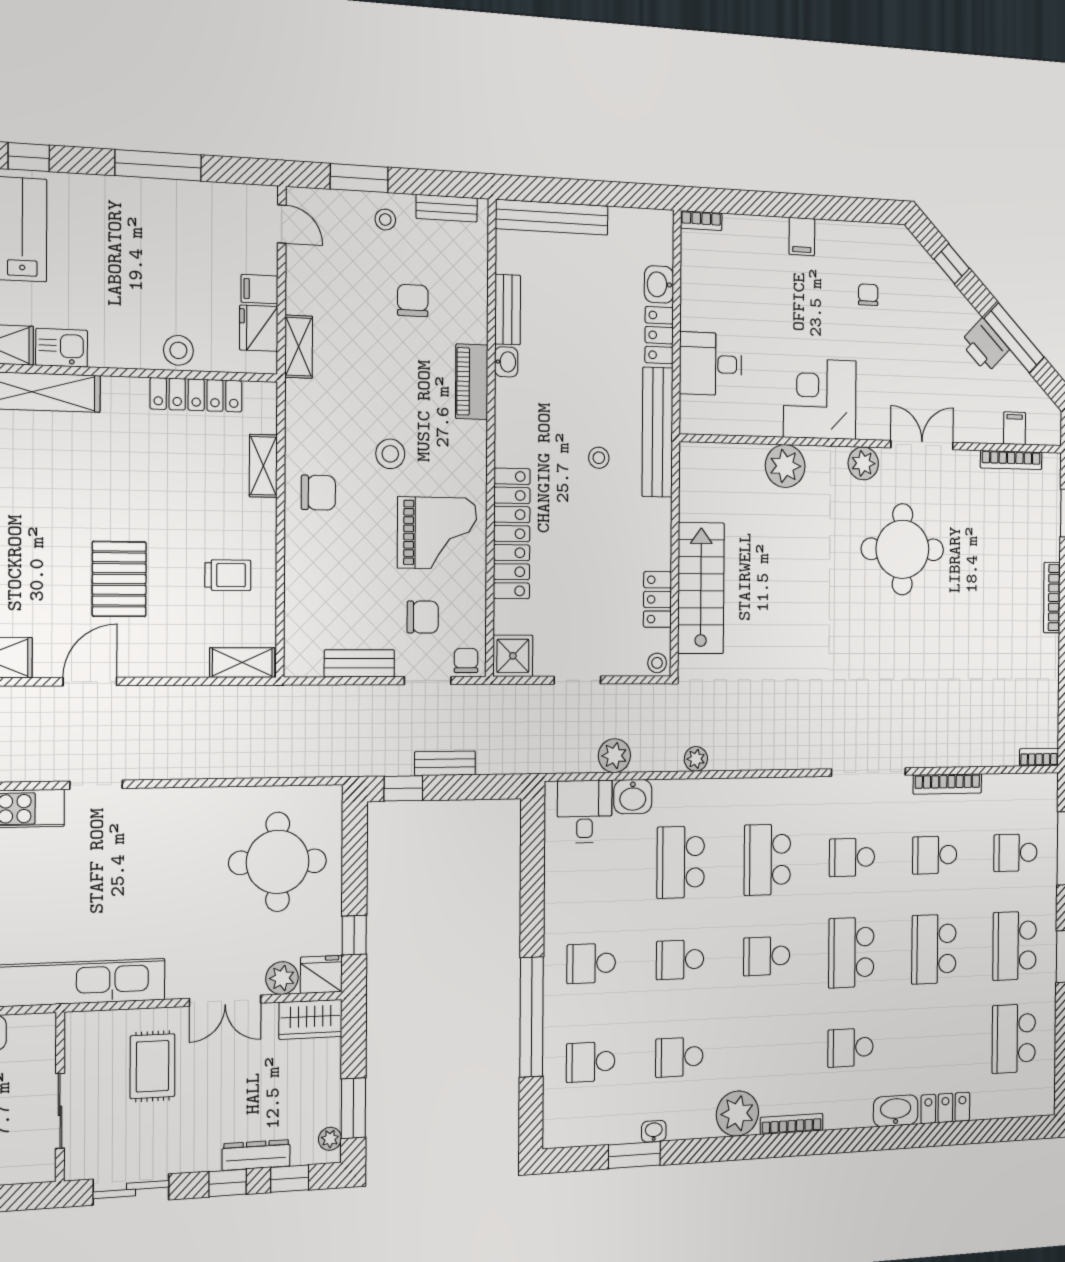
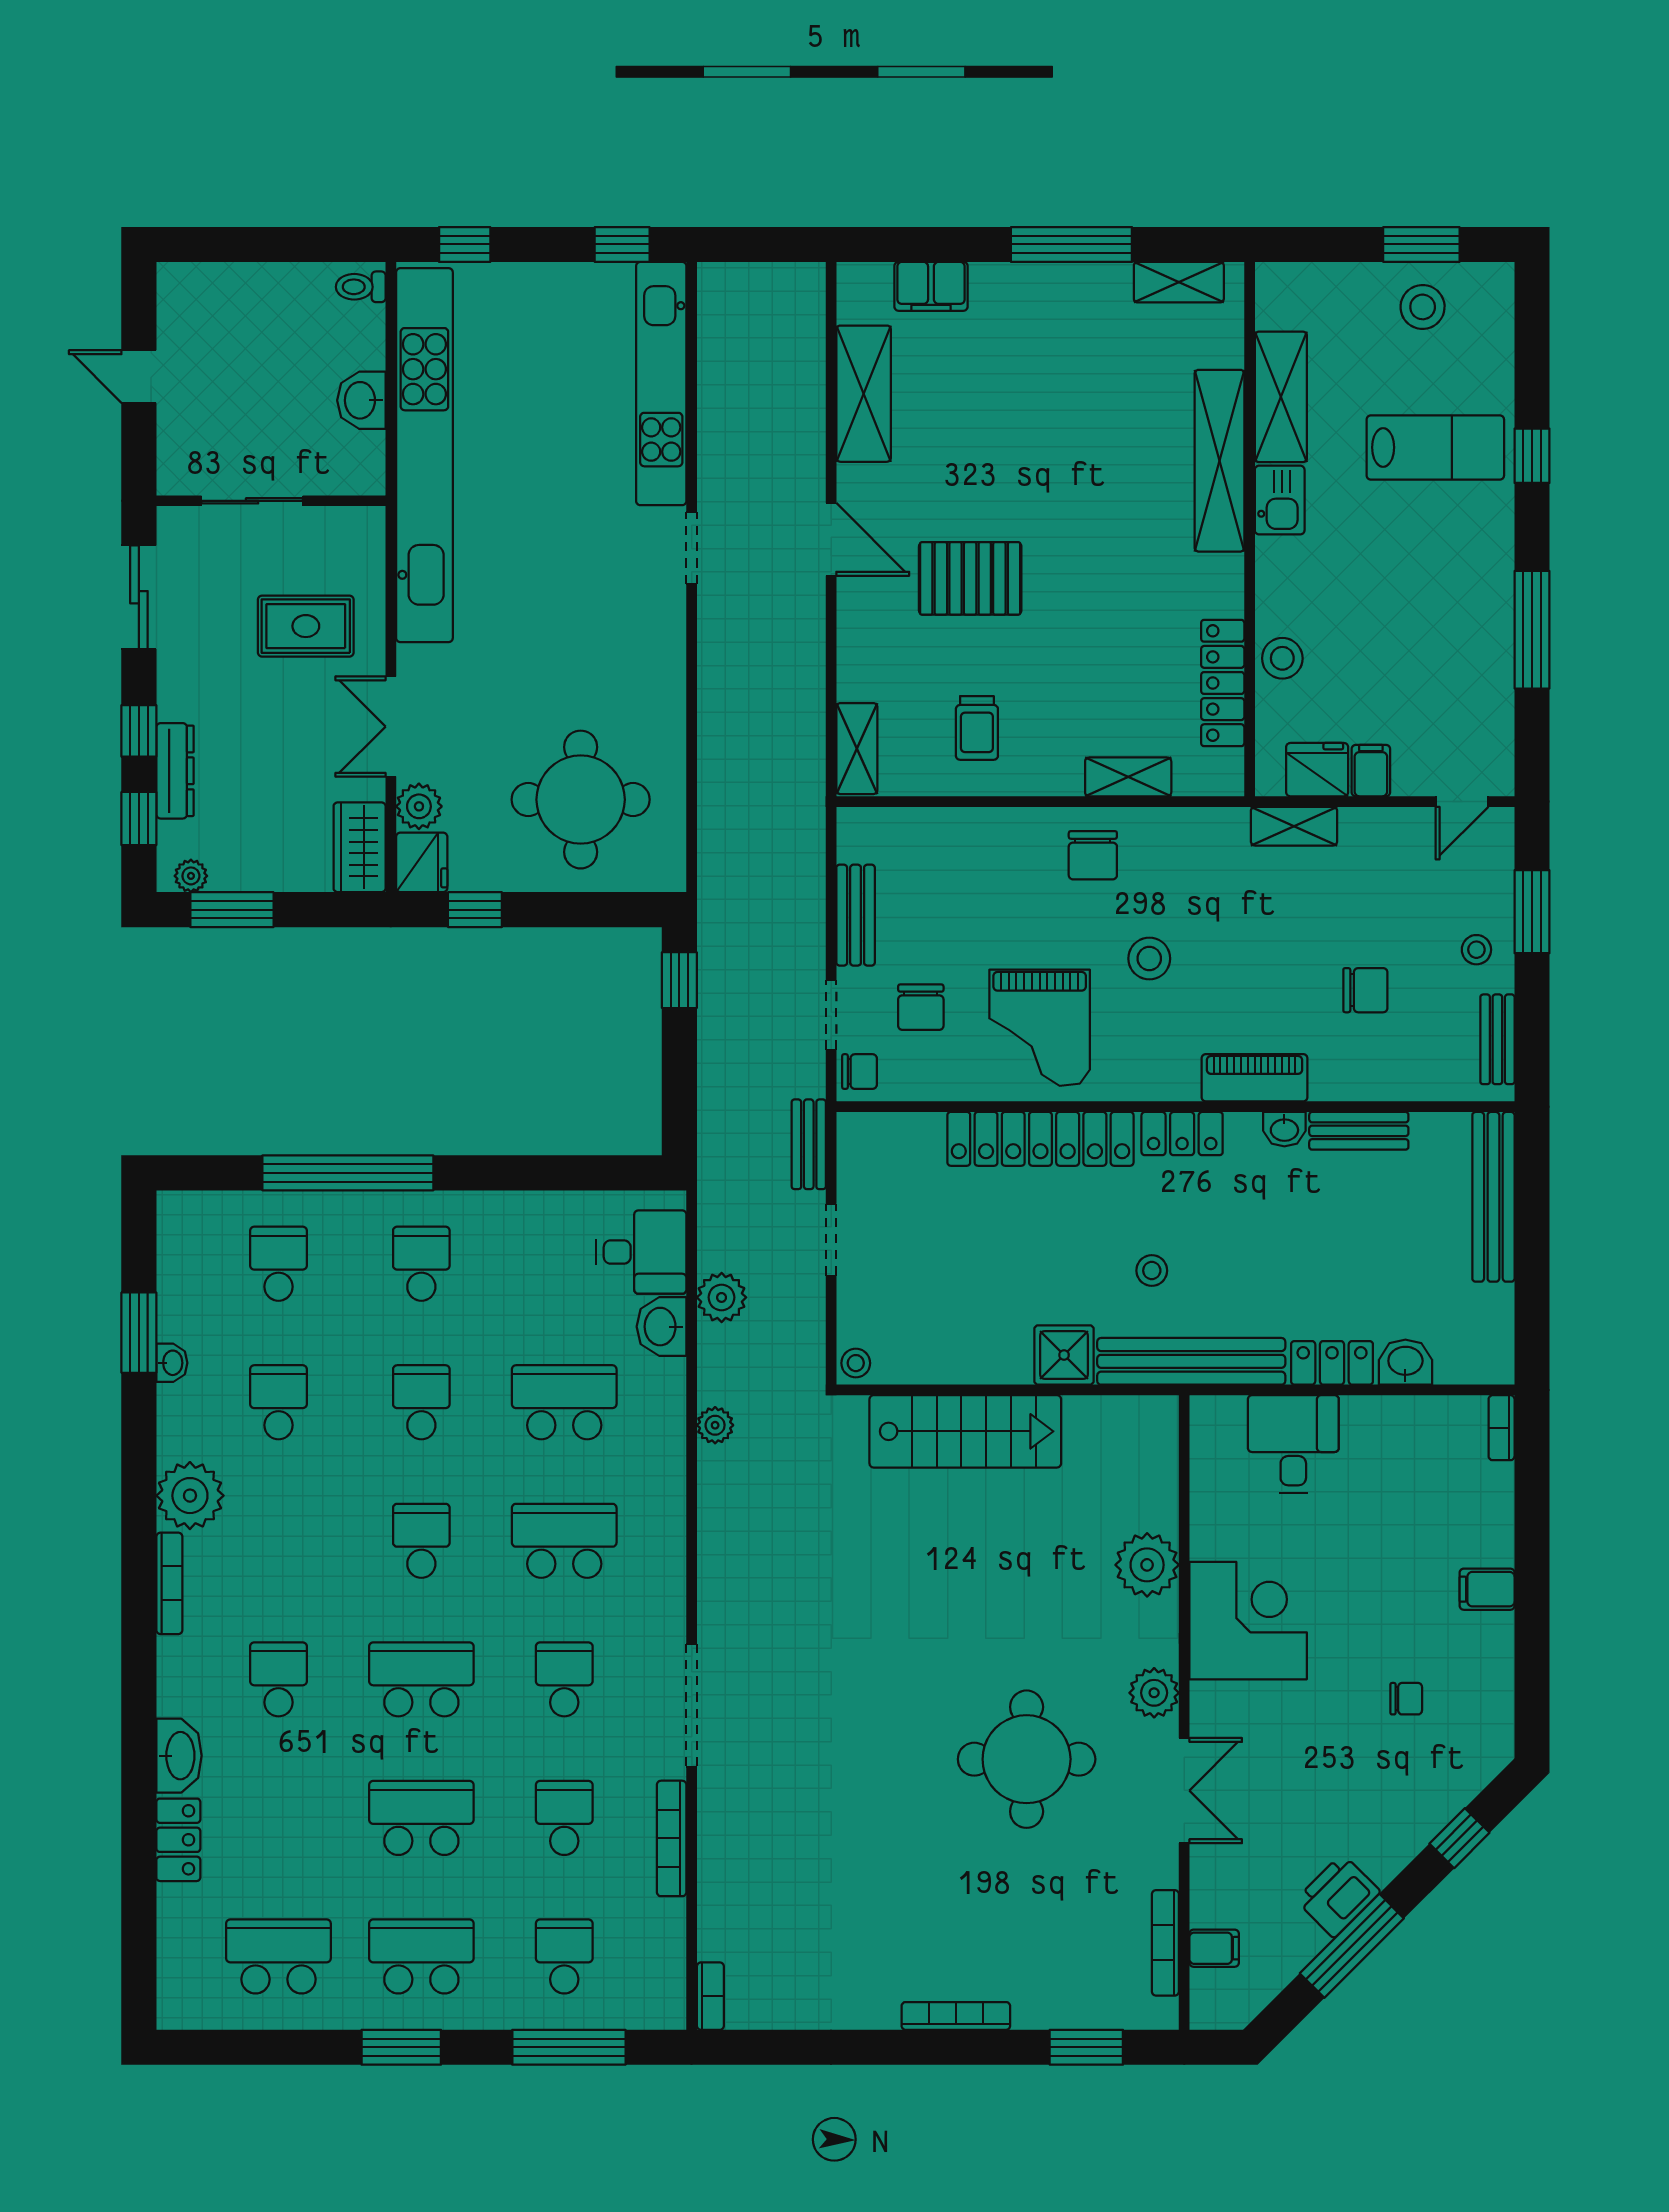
locker: (657, 599) -> (1182, 1134), moved, turned 180
shower: (513, 656) -> (1064, 1355), moved
bench: (445, 763) -> (809, 1144), moved

